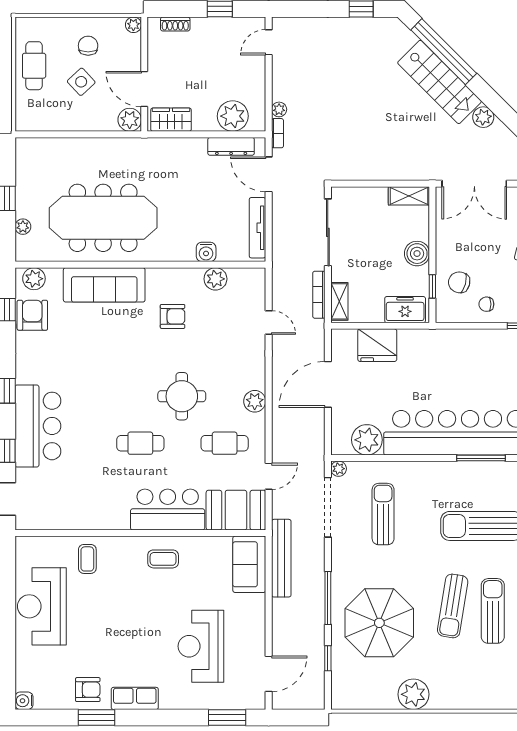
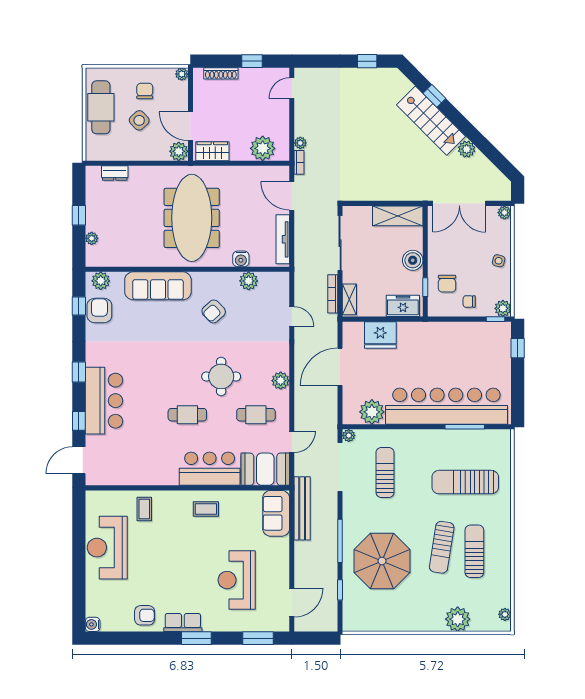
shoe rack: (175, 24) -> (221, 73), width x1.43
window: (444, 52) -> (434, 96), width x0.32
cafe table: (34, 66) -> (101, 107), width x1.37, depth x1.35
dresser: (231, 146) -> (115, 173), moved, width x0.70
shelving: (409, 196) -> (398, 216), width x1.50, depth x1.33
meeting table: (103, 218) -> (192, 218), moved, turned 90
chair: (459, 282) -> (447, 284), turned -104
armchair: (173, 316) -> (214, 311), turned 137
plant: (413, 694) -> (458, 619), moved
window: (97, 718) -> (196, 638), moved

